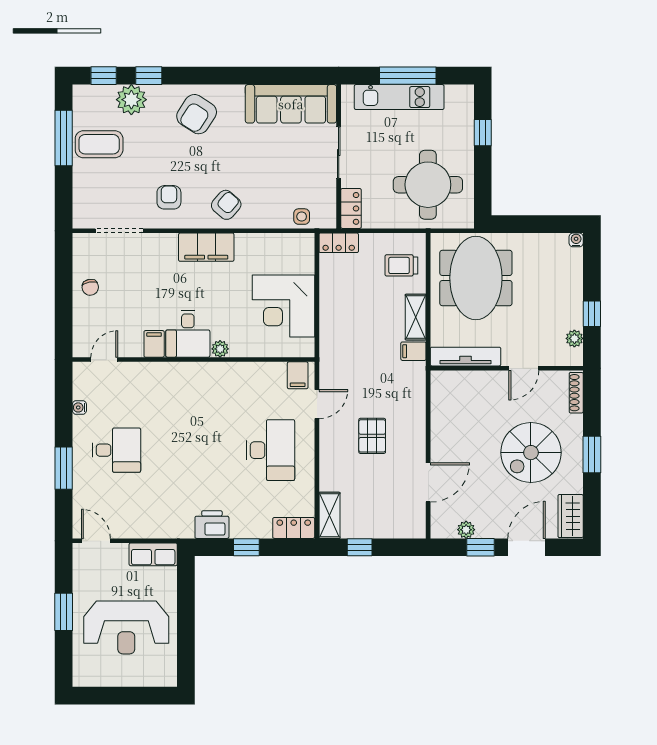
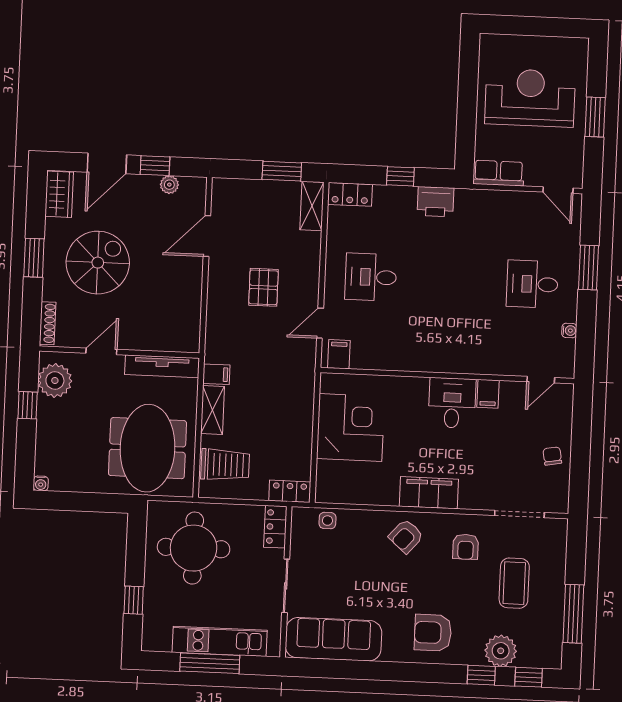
armchair: (197, 114) -> (433, 633), turned -123
coffee table: (99, 144) -> (514, 583), moved, turned 90
trolley: (401, 265) -> (225, 465), width x1.36, depth x1.39
plant: (574, 338) -> (55, 380), width x1.87, depth x1.87
plant: (220, 349) -> (419, 386), removed
desk: (270, 450) -> (371, 277), width x0.73
window: (360, 547) -> (282, 171), width x1.50

